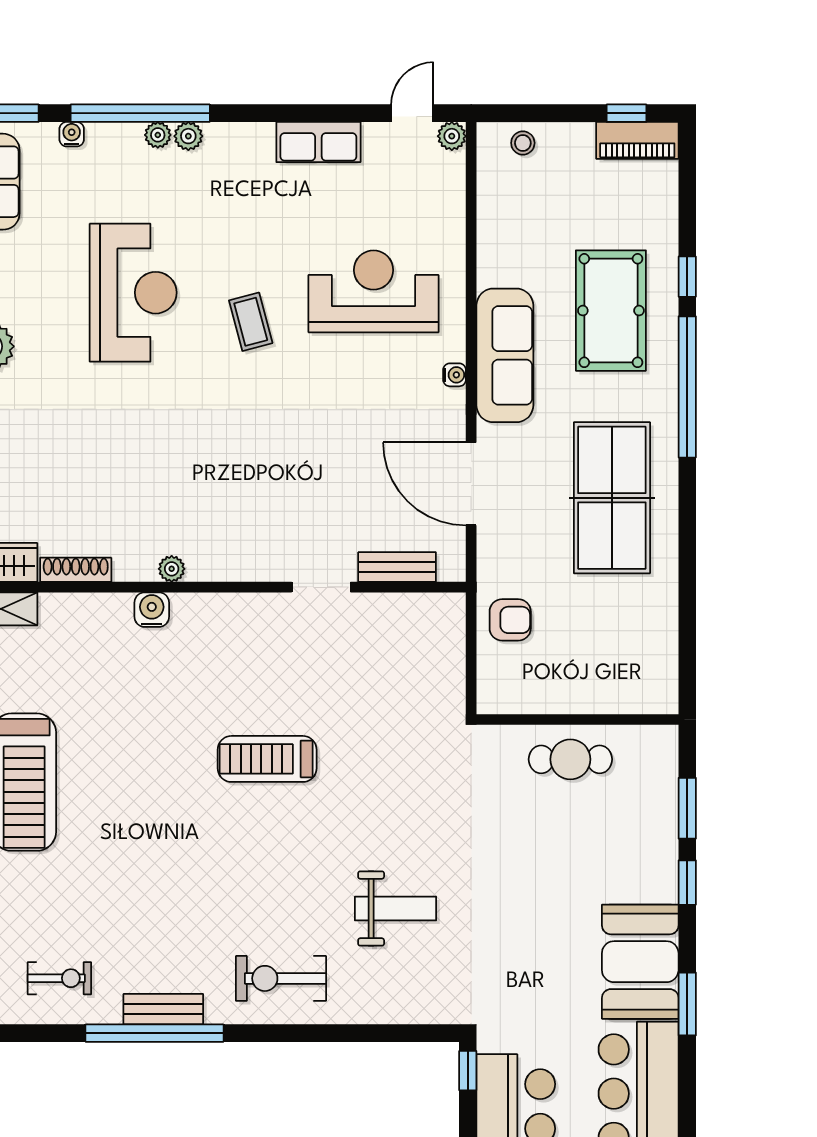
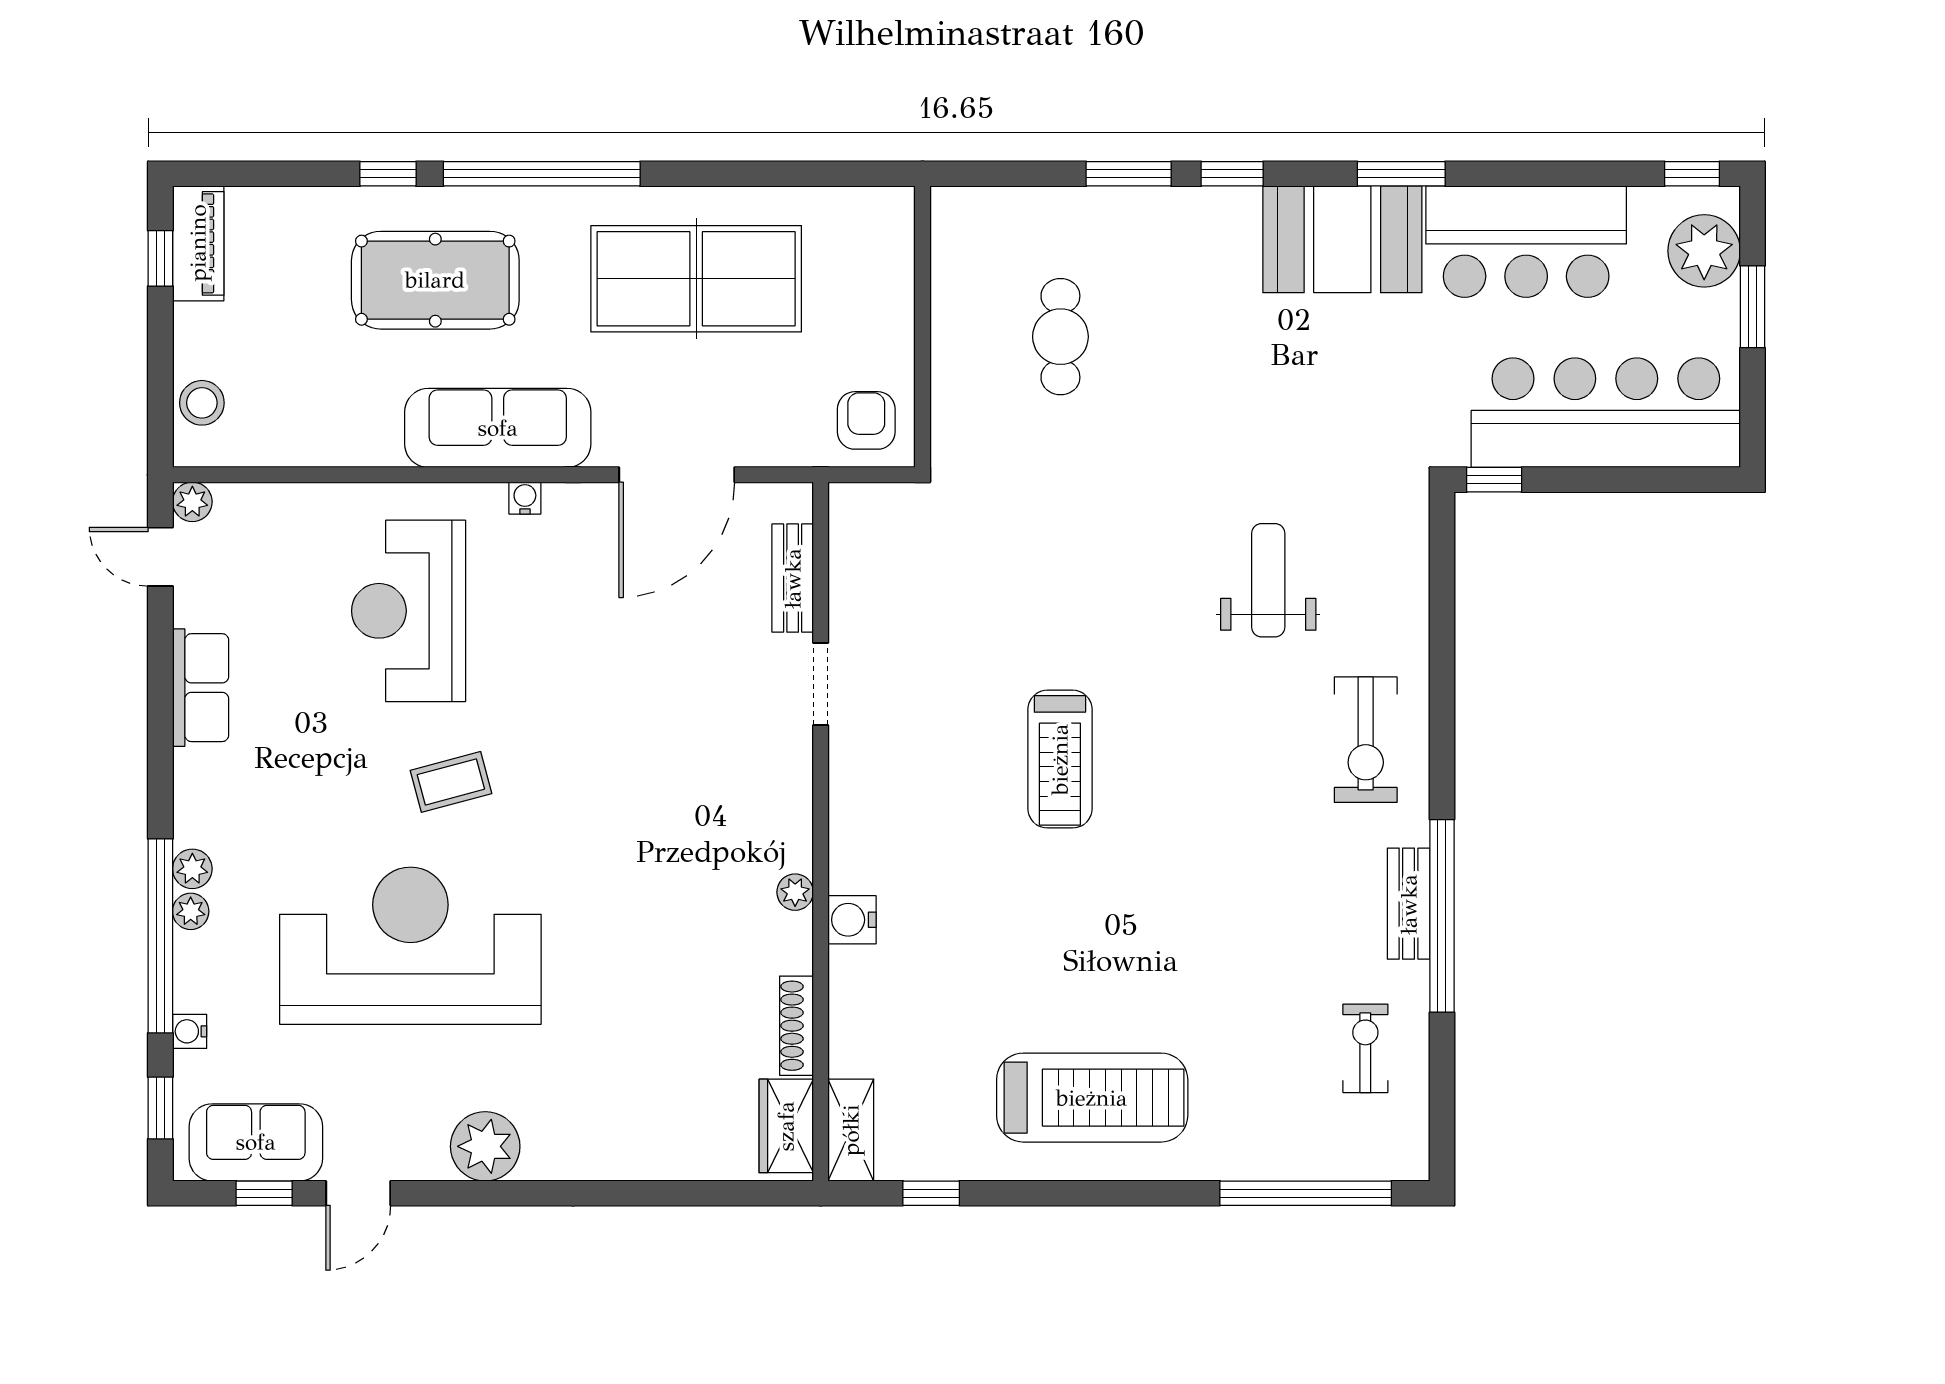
stool: (523, 143) -> (202, 403), width x1.37, depth x1.37
reception desk: (133, 293) -> (410, 946), width x1.36, depth x1.30
wall: (577, 720) -> (922, 327), moved

